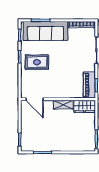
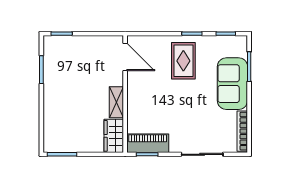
sofa: (45, 31) -> (232, 84), width x0.73
door: (34, 99) -> (125, 57), swing flipped

